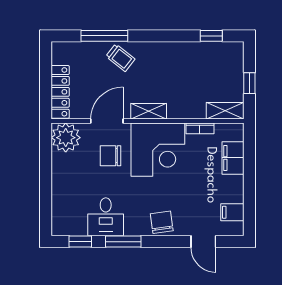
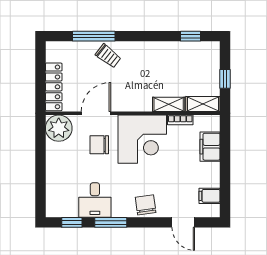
shelving: (149, 111) -> (169, 104), moved

